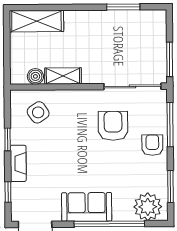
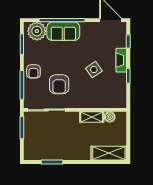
side table: (38, 112) -> (94, 70), moved
sofa: (87, 207) -> (63, 31), moved

